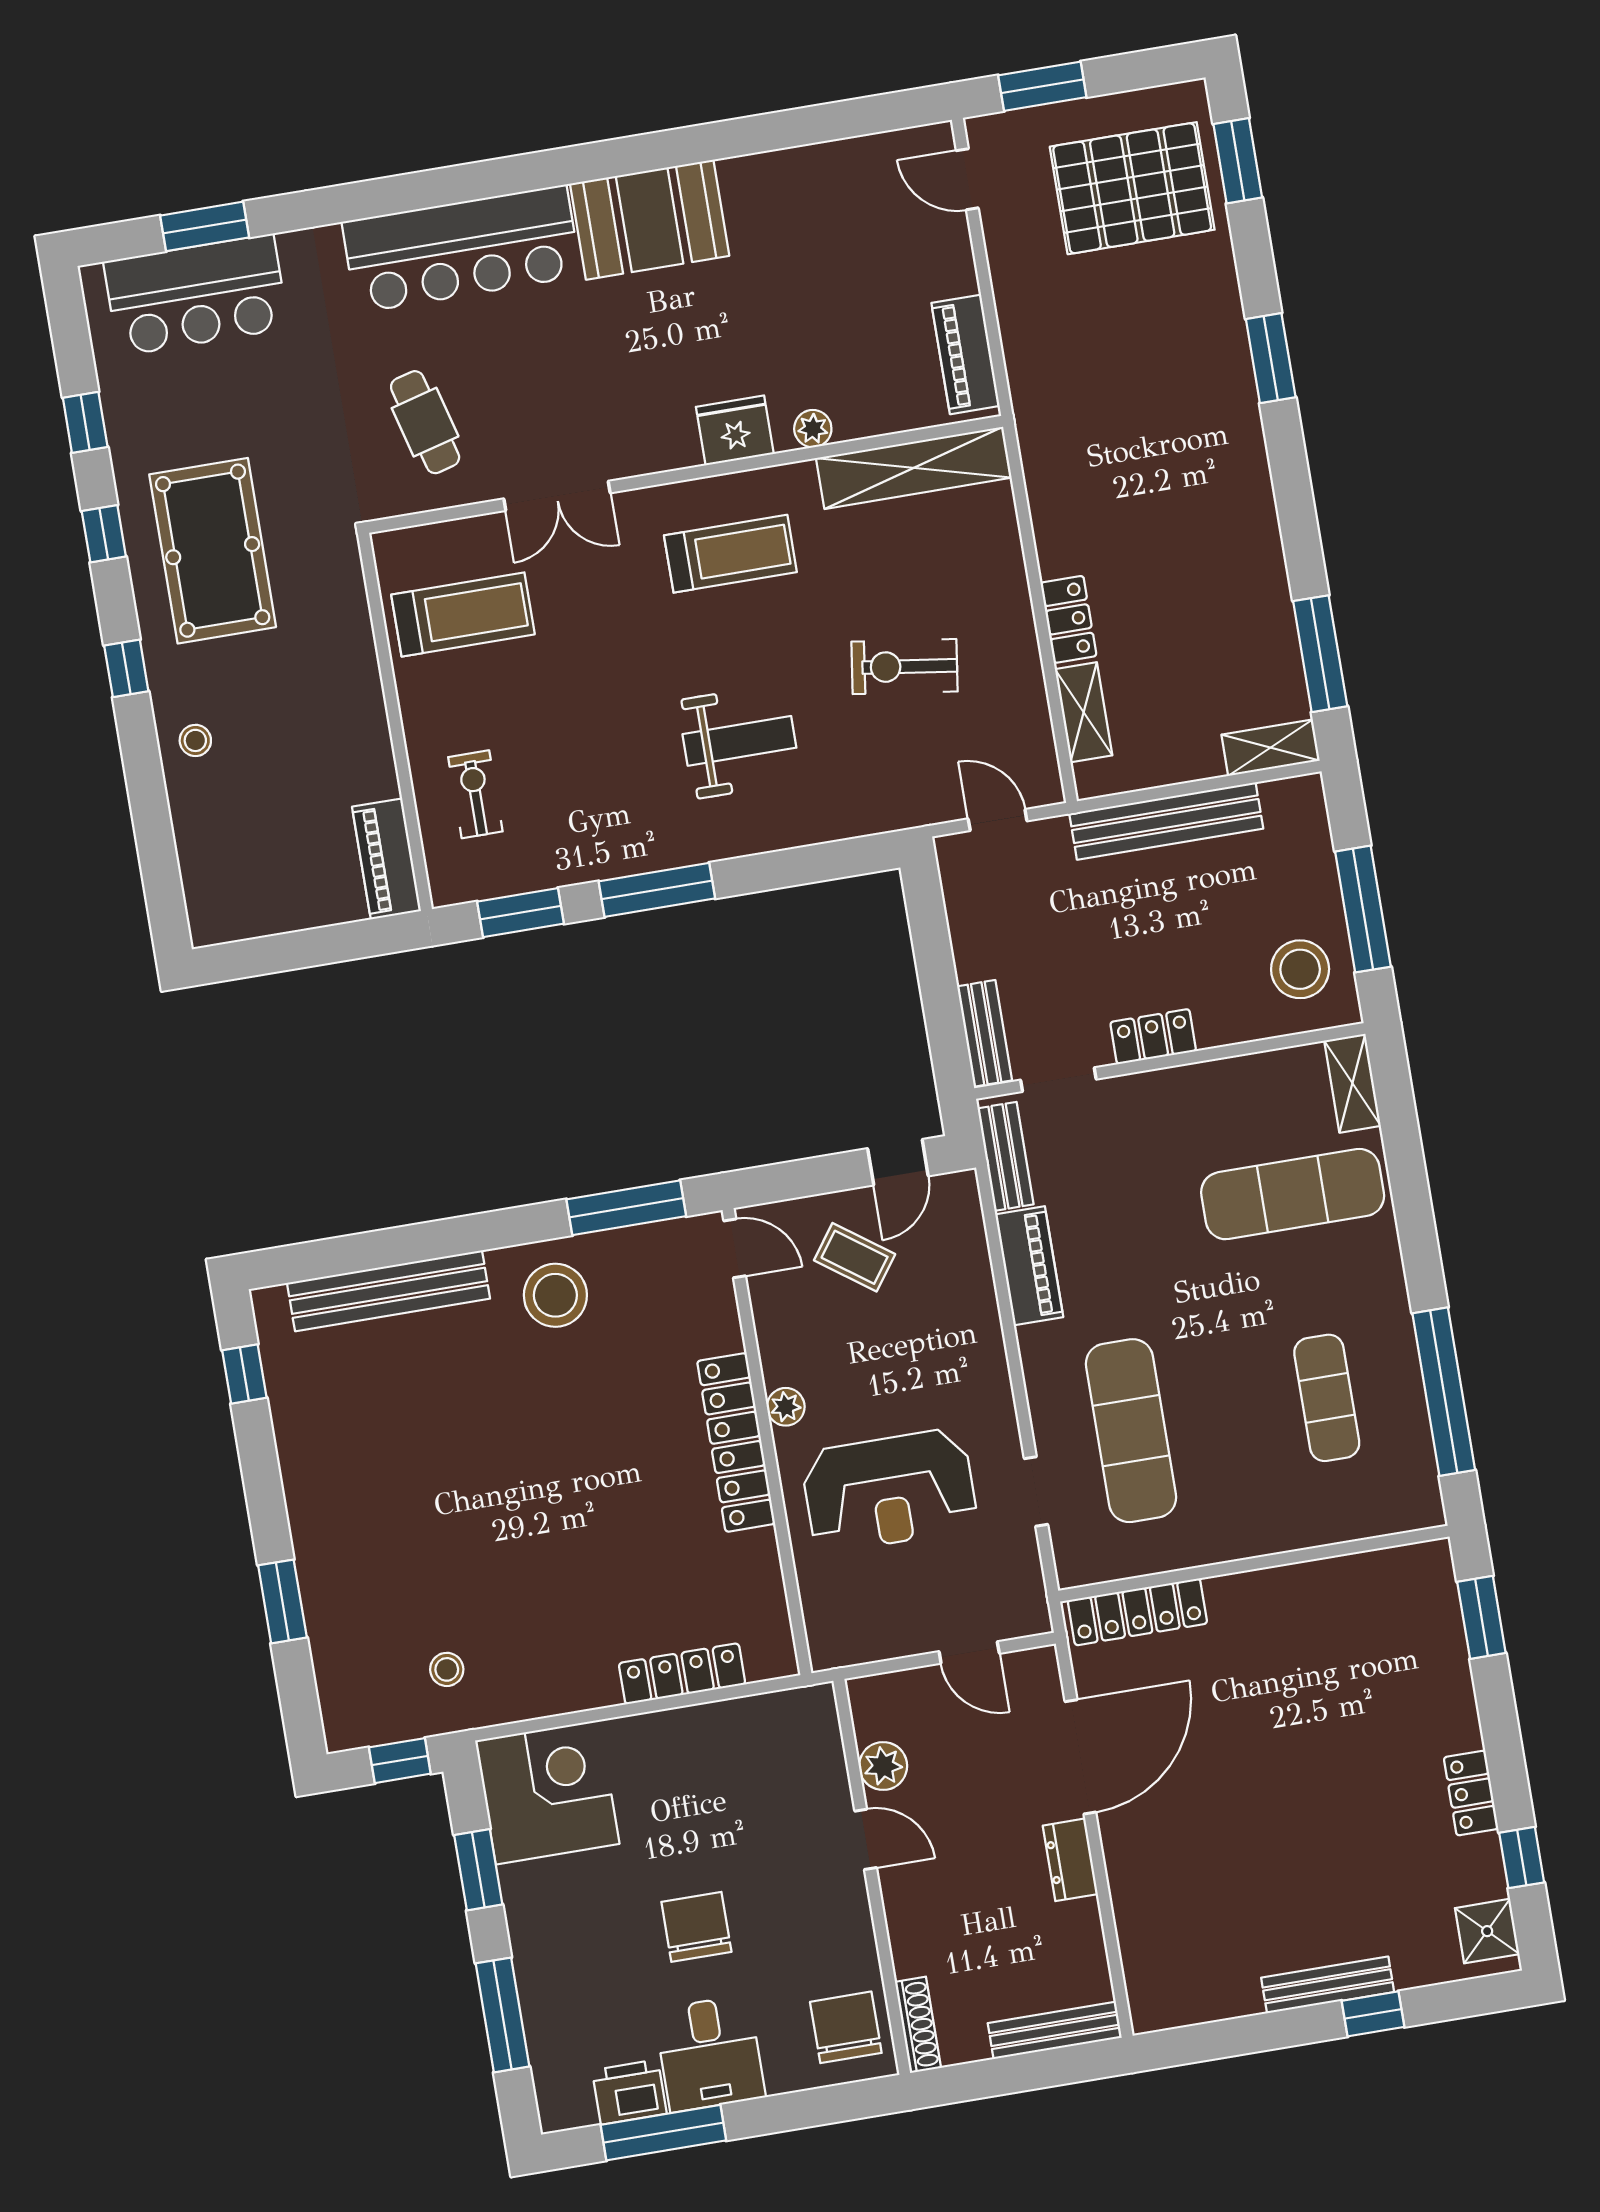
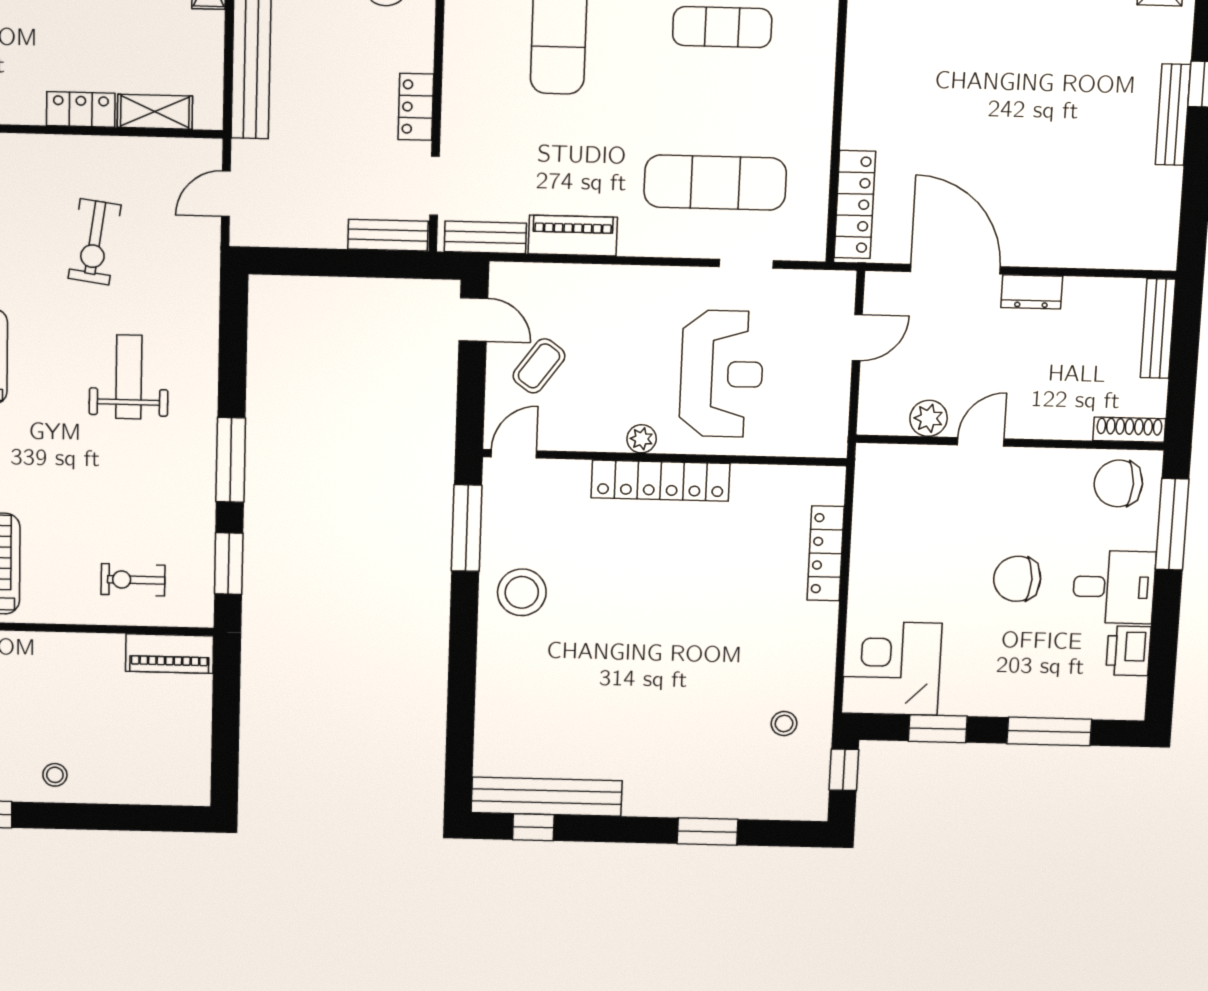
bench: (389, 1291) -> (547, 797), moved, turned 90
window: (663, 2133) -> (1172, 524), moved

